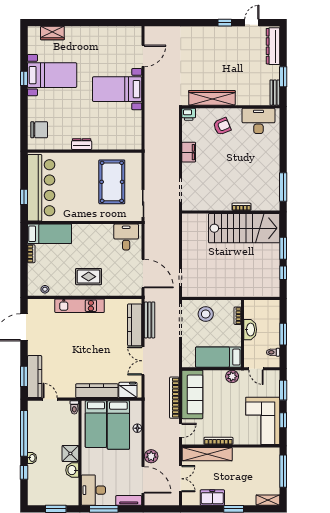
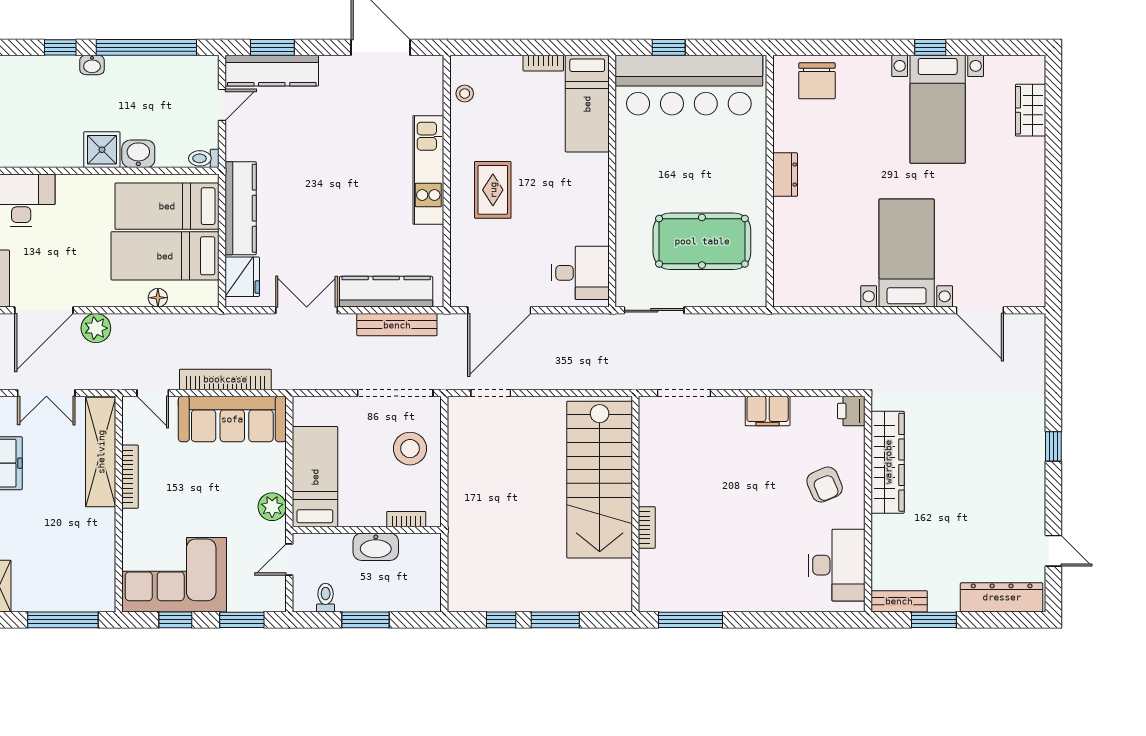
window: (225, 23) -> (1053, 446), moved
stairs: (244, 228) -> (600, 480), moved
washbasin: (72, 470) -> (138, 154), moved

